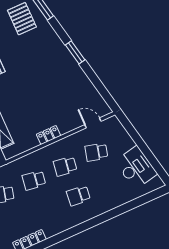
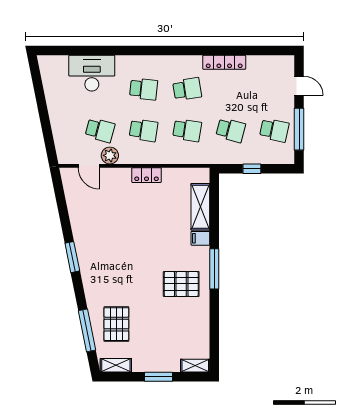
plant: (81, 137) -> (110, 155), added
desk: (136, 168) -> (92, 73), moved, turned 101
school desk: (47, 210) -> (187, 89), added

